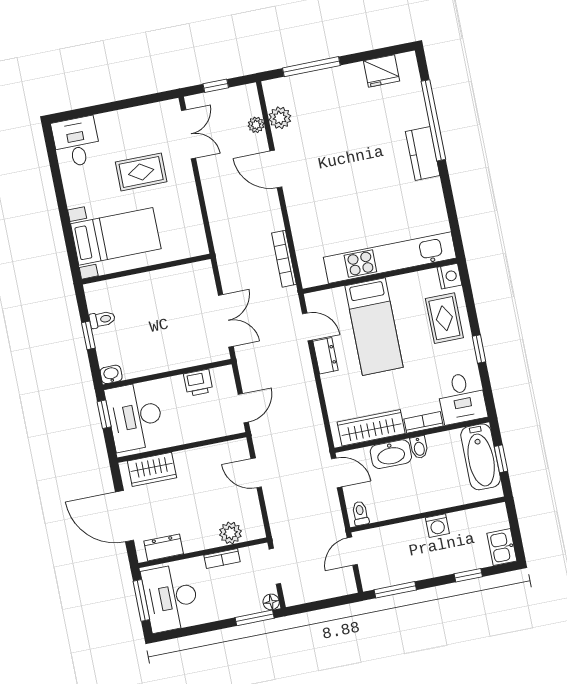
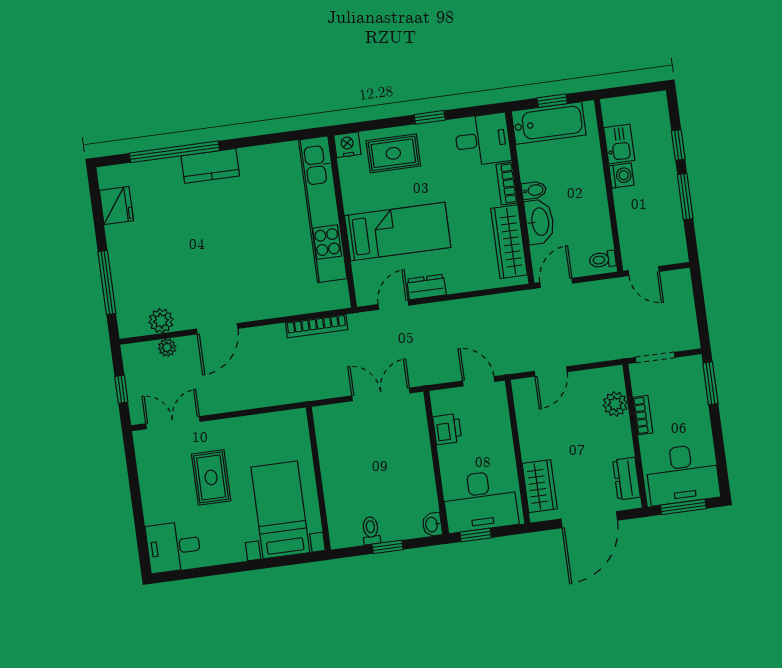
kitchen sink: (502, 547) -> (619, 144), moved, turned -90
window: (395, 590) -> (685, 197), moved
floor lamp: (271, 602) -> (694, 364), removed

